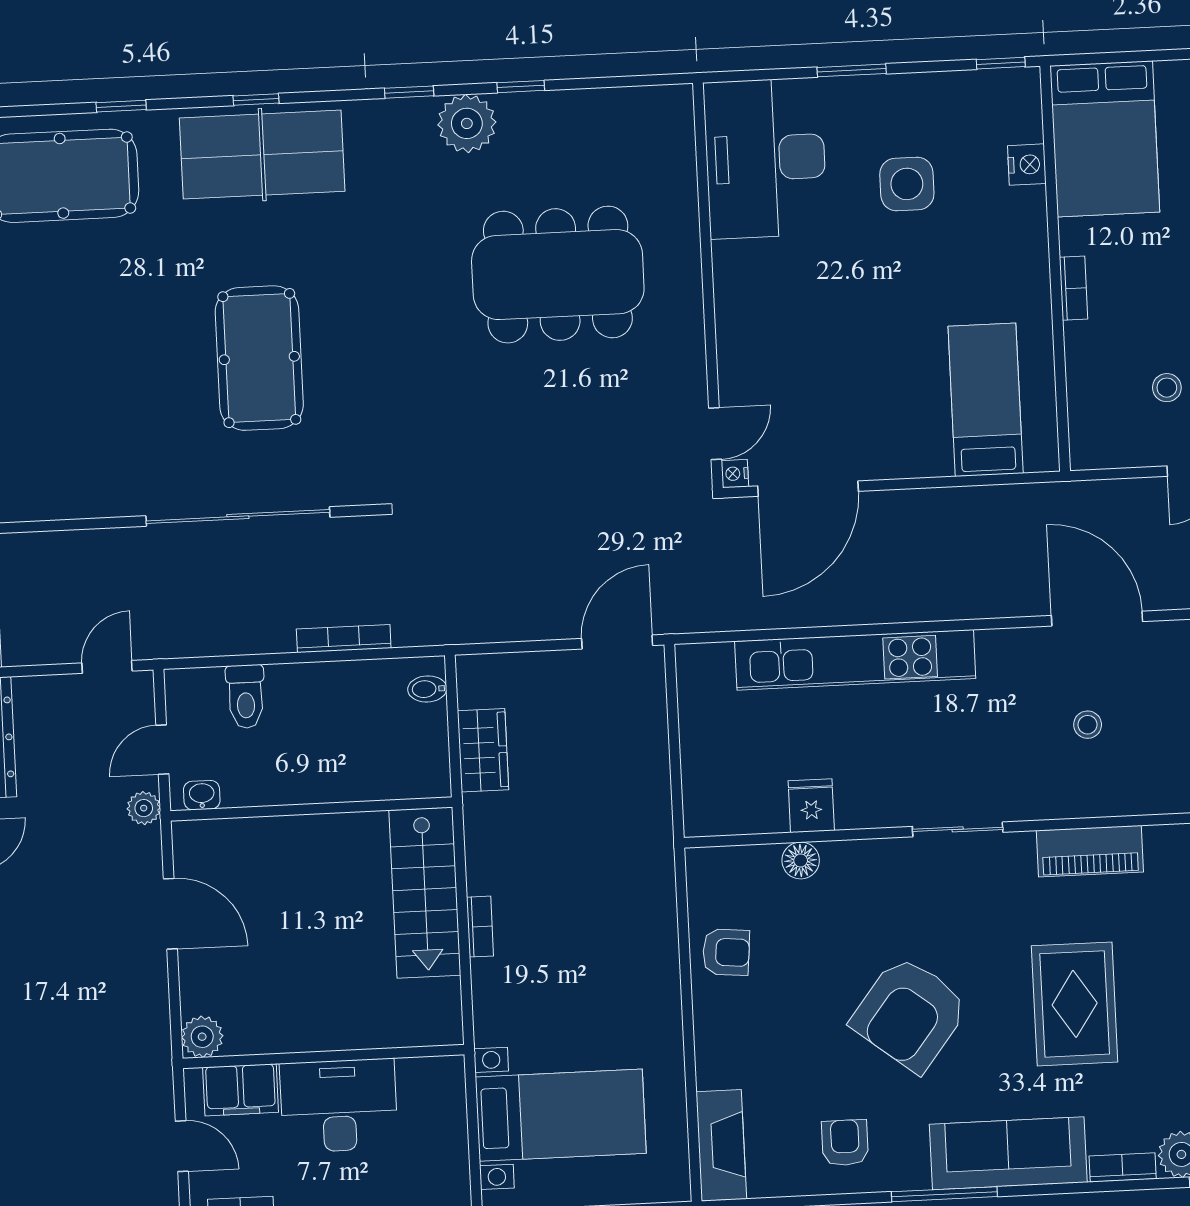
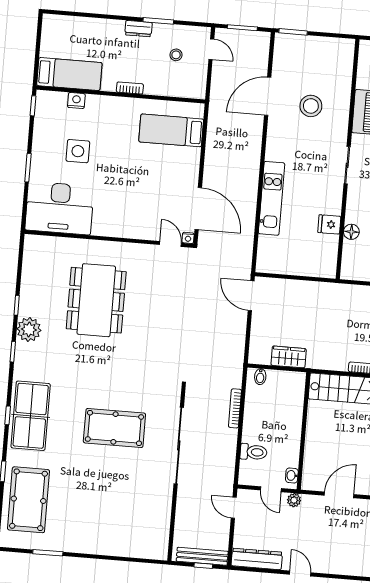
bed: (1105, 139) -> (69, 74), width x0.67
kitchen unit: (855, 660) -> (272, 198), width x0.73
stool: (1088, 725) -> (311, 106), width x1.89, depth x1.89

